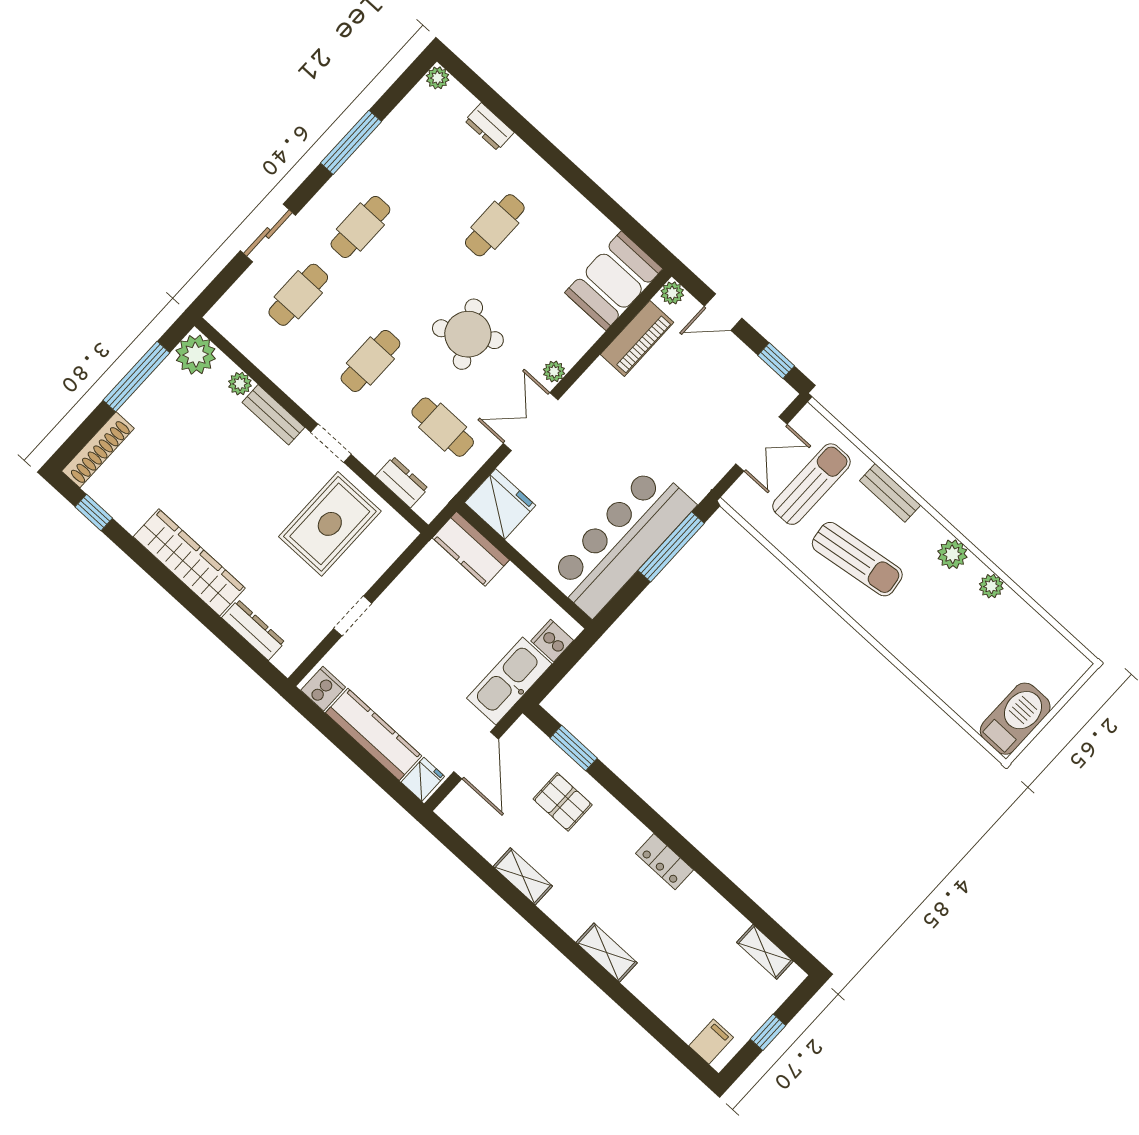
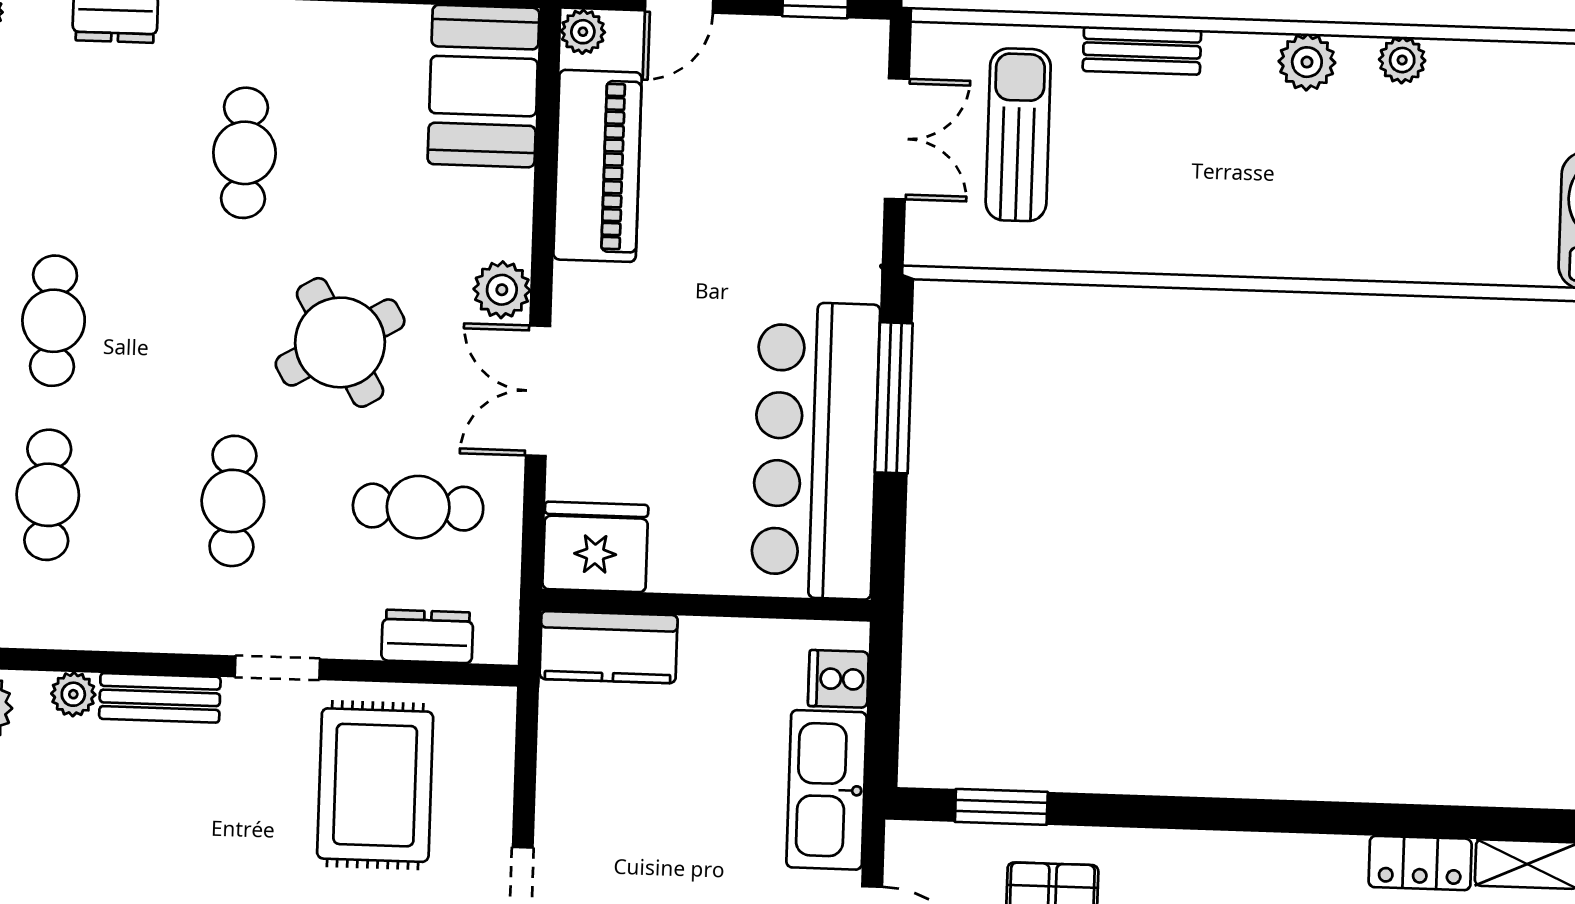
piano: (637, 338) -> (598, 166), width x1.37, depth x1.33
plant: (554, 371) -> (502, 290), width x1.38, depth x1.38
sun lounger: (857, 559) -> (1176, 186), removed
locker: (665, 862) -> (1420, 863), moved

